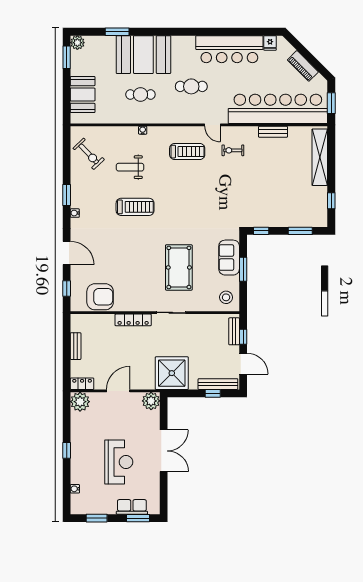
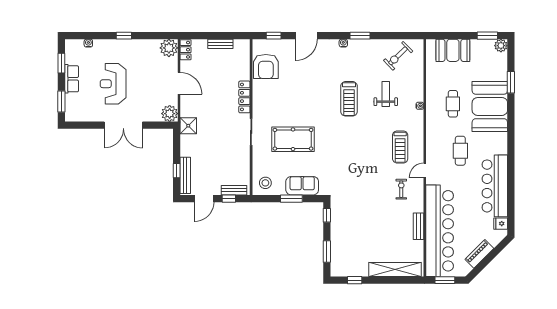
shower: (172, 373) -> (188, 126), width x0.54, depth x0.54
reception desk: (119, 462) -> (113, 84), turned 90
row of seats: (132, 507) -> (72, 79), moved

